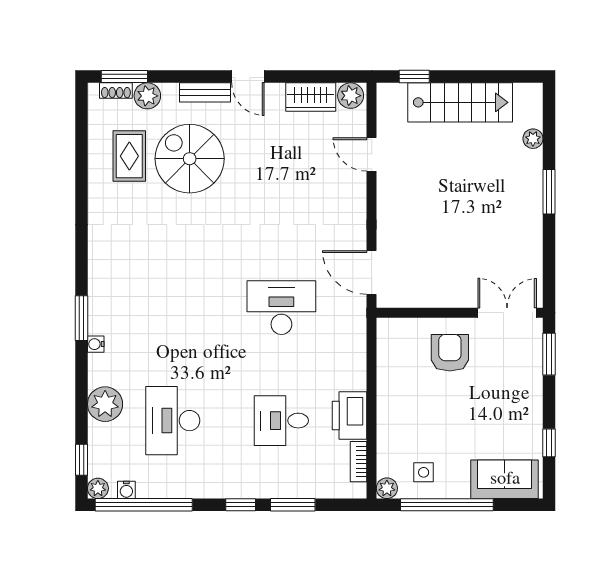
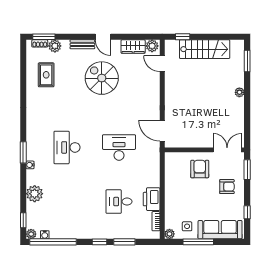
plant: (533, 139) -> (239, 92), moved
door: (372, 154) -> (162, 64), moved
spiral stairs: (190, 159) -> (102, 78), moved
window: (549, 192) -> (247, 61), moved
armchair: (507, 389) -> (227, 187), added
desk: (173, 421) -> (67, 147), moved
sofa: (505, 479) -> (220, 230), width x1.36
window: (447, 505) -> (198, 242), width x0.68

